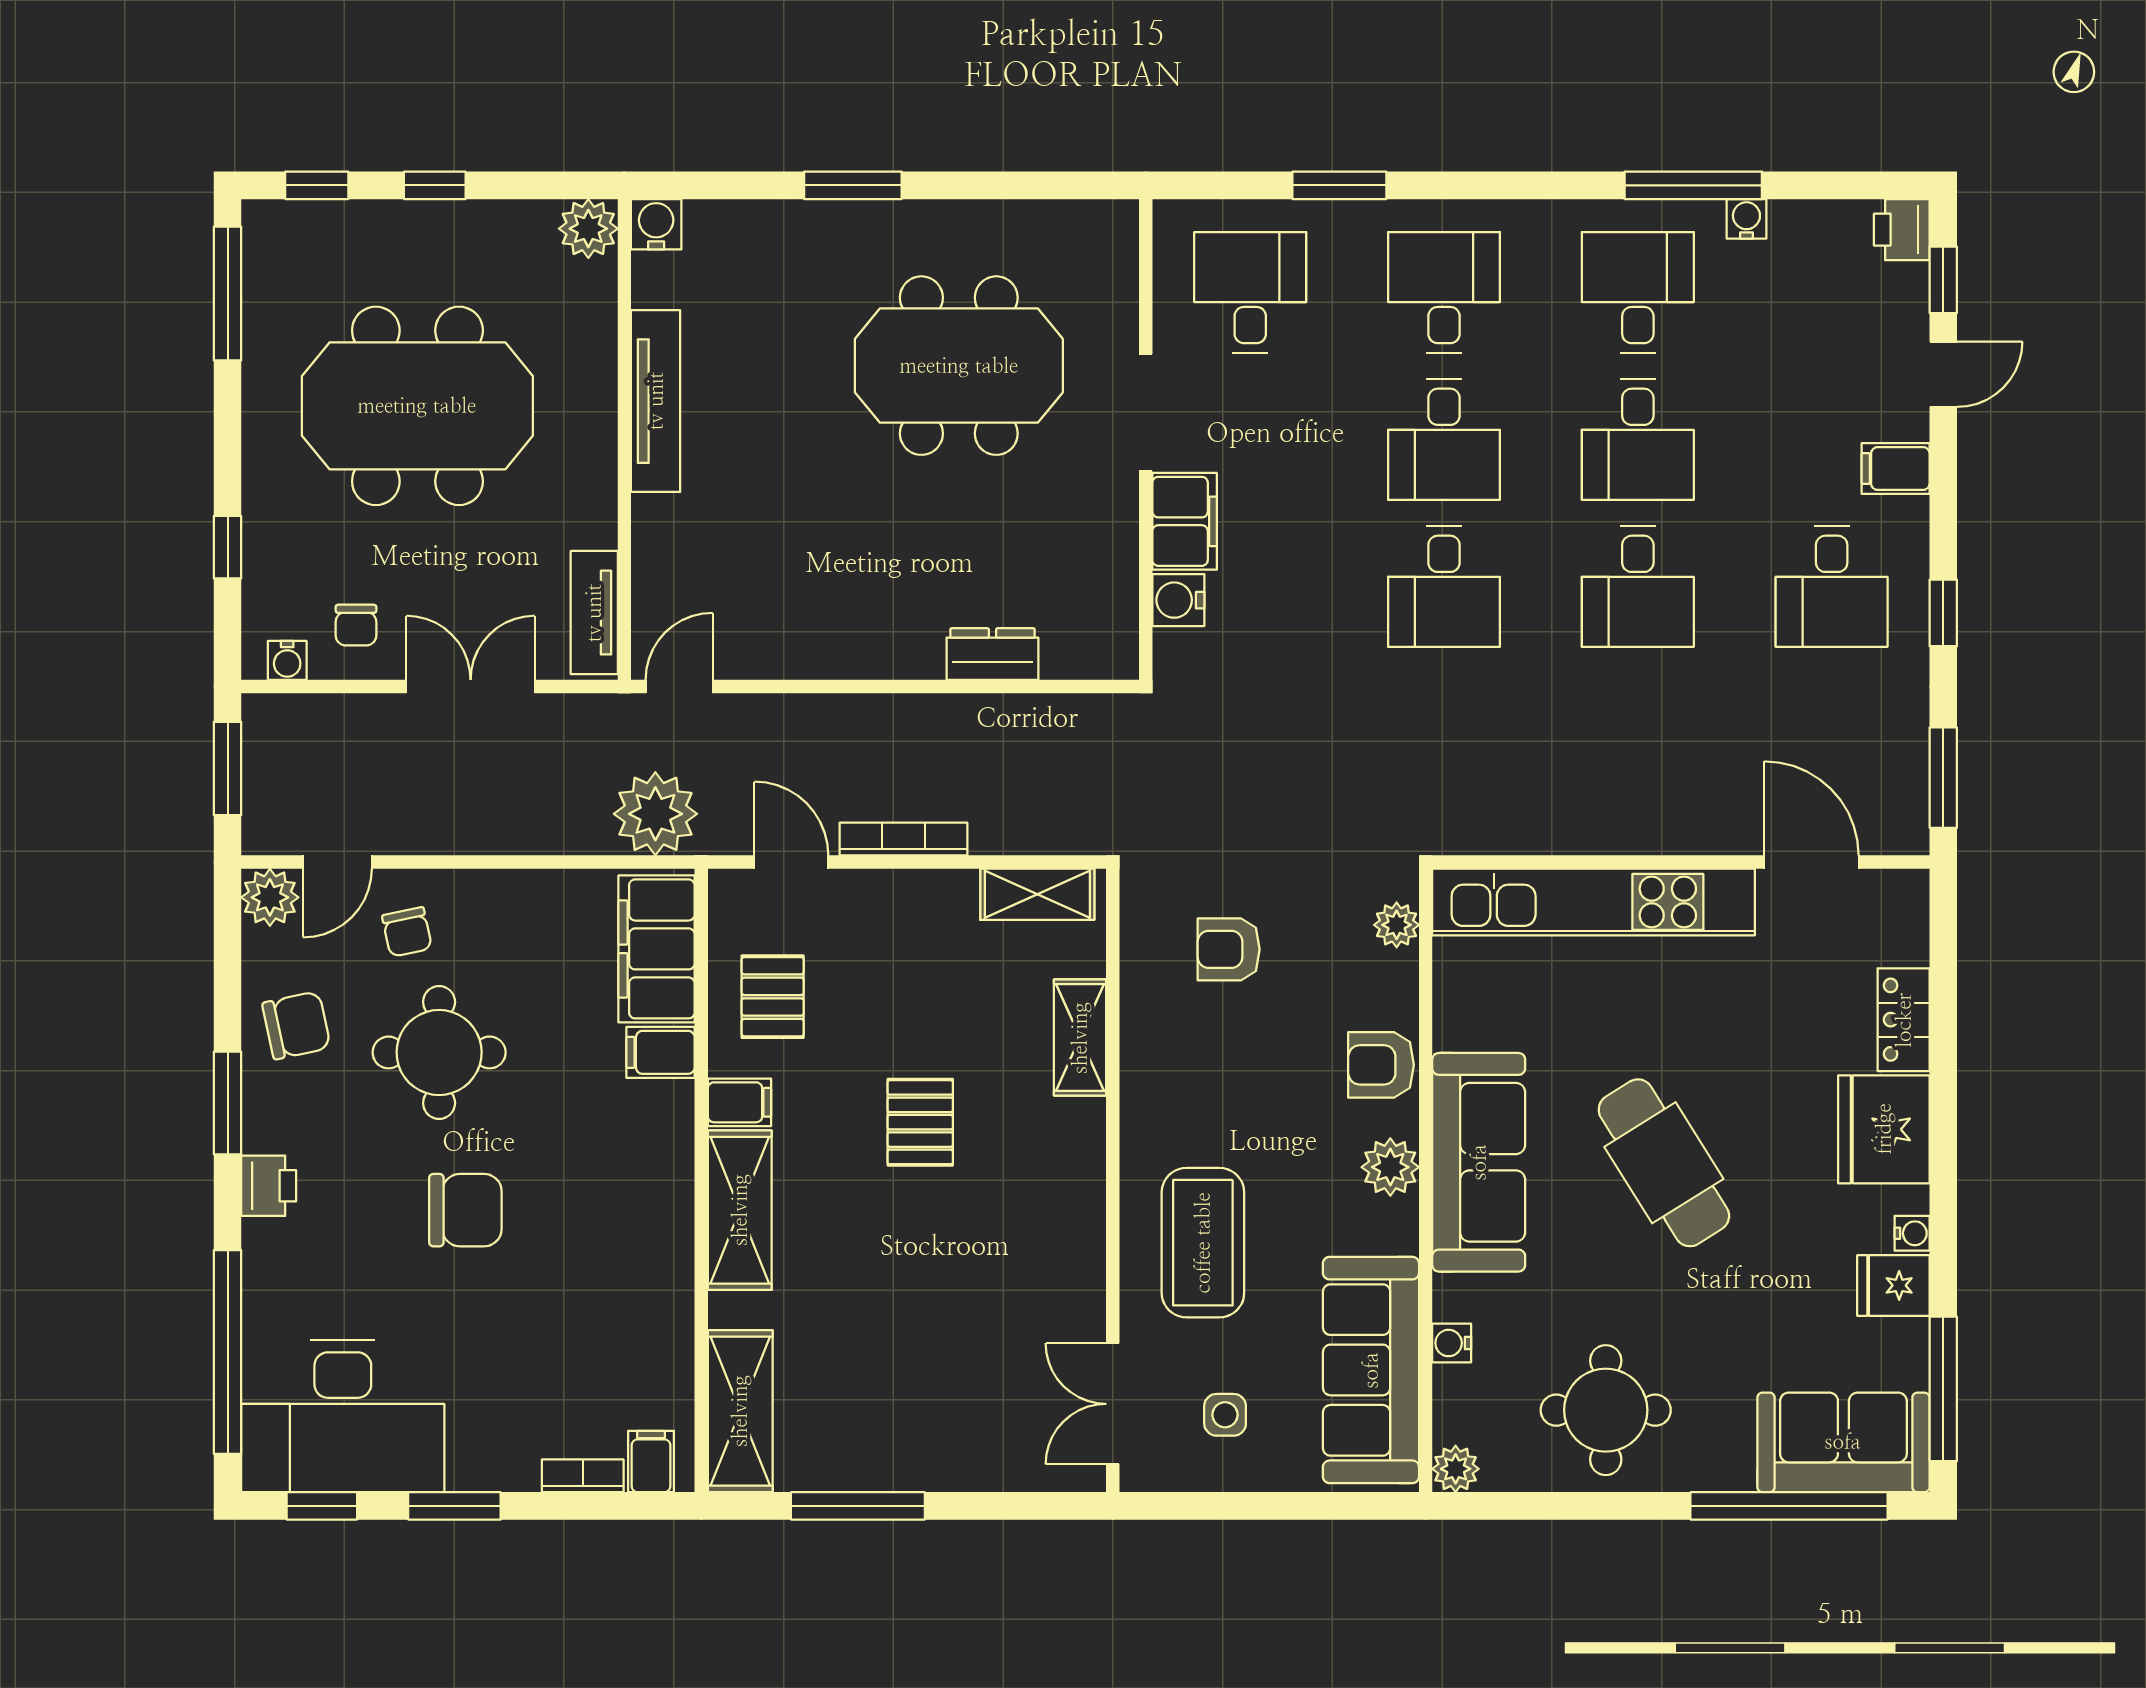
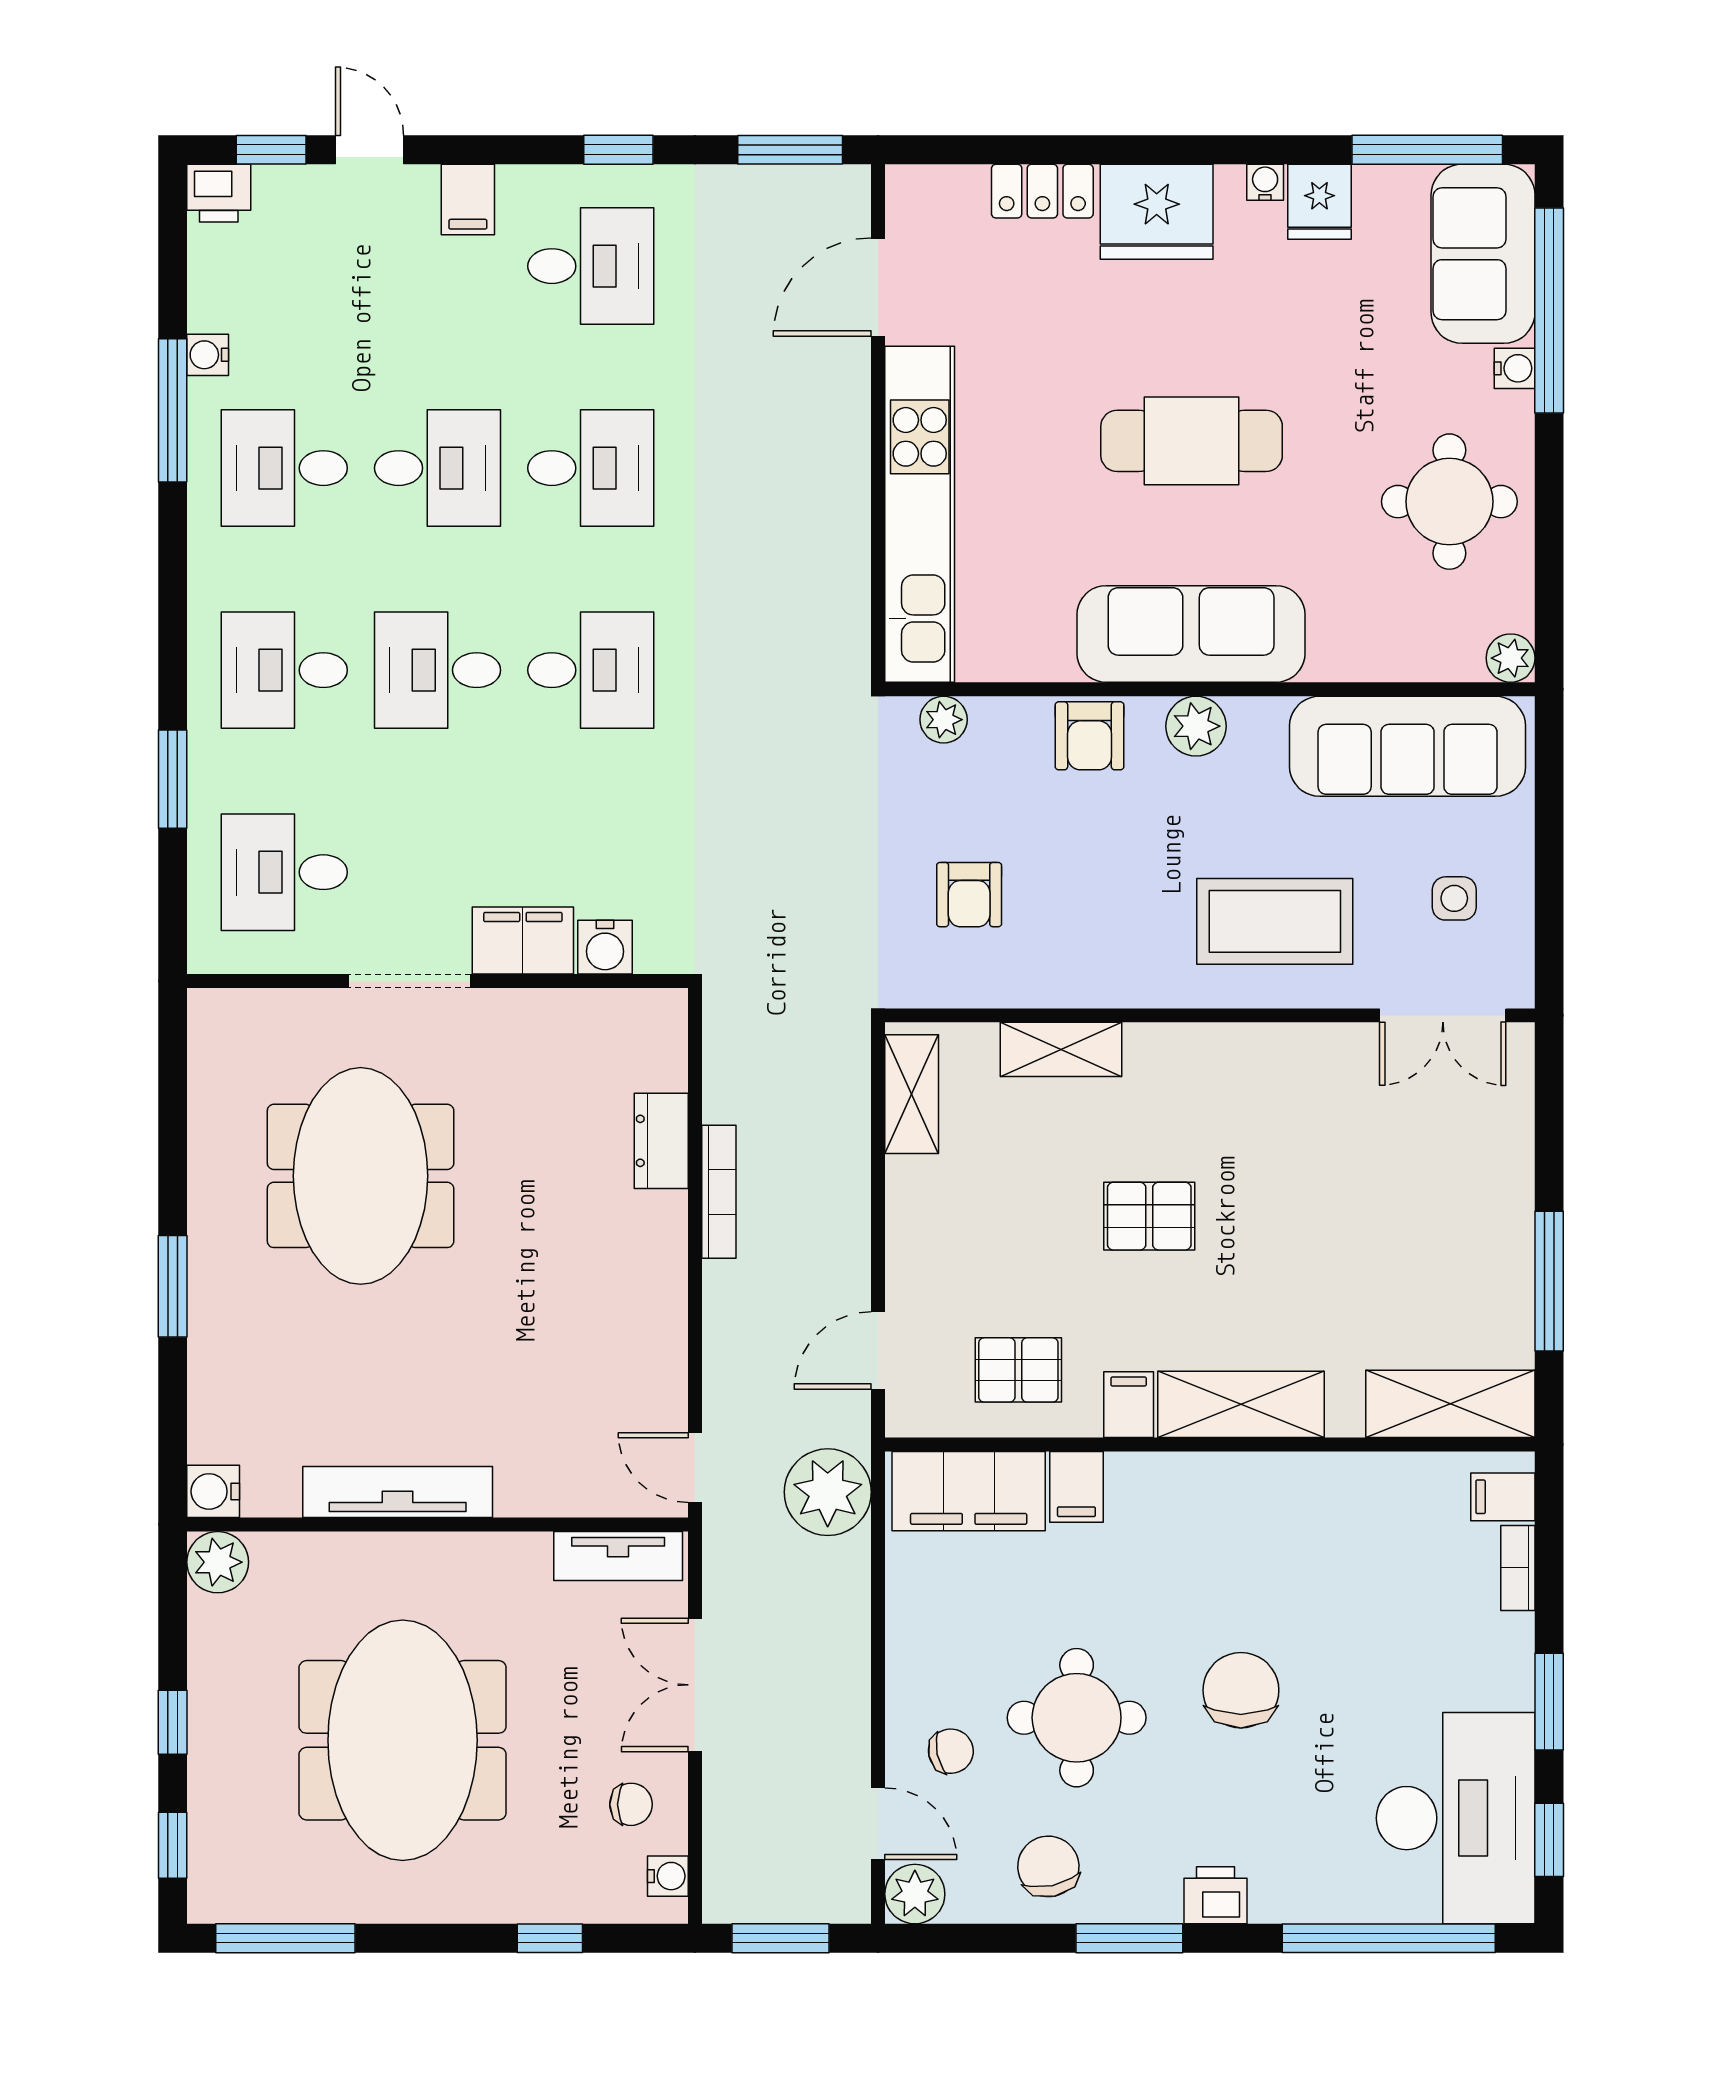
desk: (1444, 439) -> (438, 670), turned 180
bookcase: (903, 839) -> (719, 1192), moved, turned 180
cafe table: (1664, 1163) -> (1192, 441), turned 32
water cooler: (1452, 1343) -> (1515, 368), moved, turned -90

